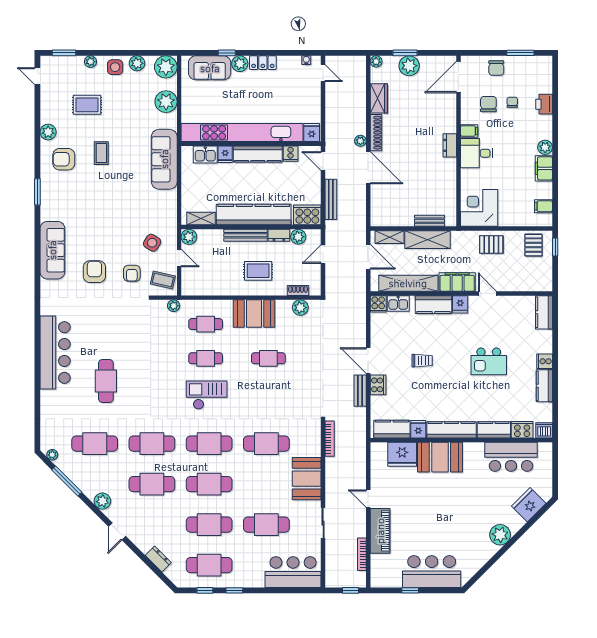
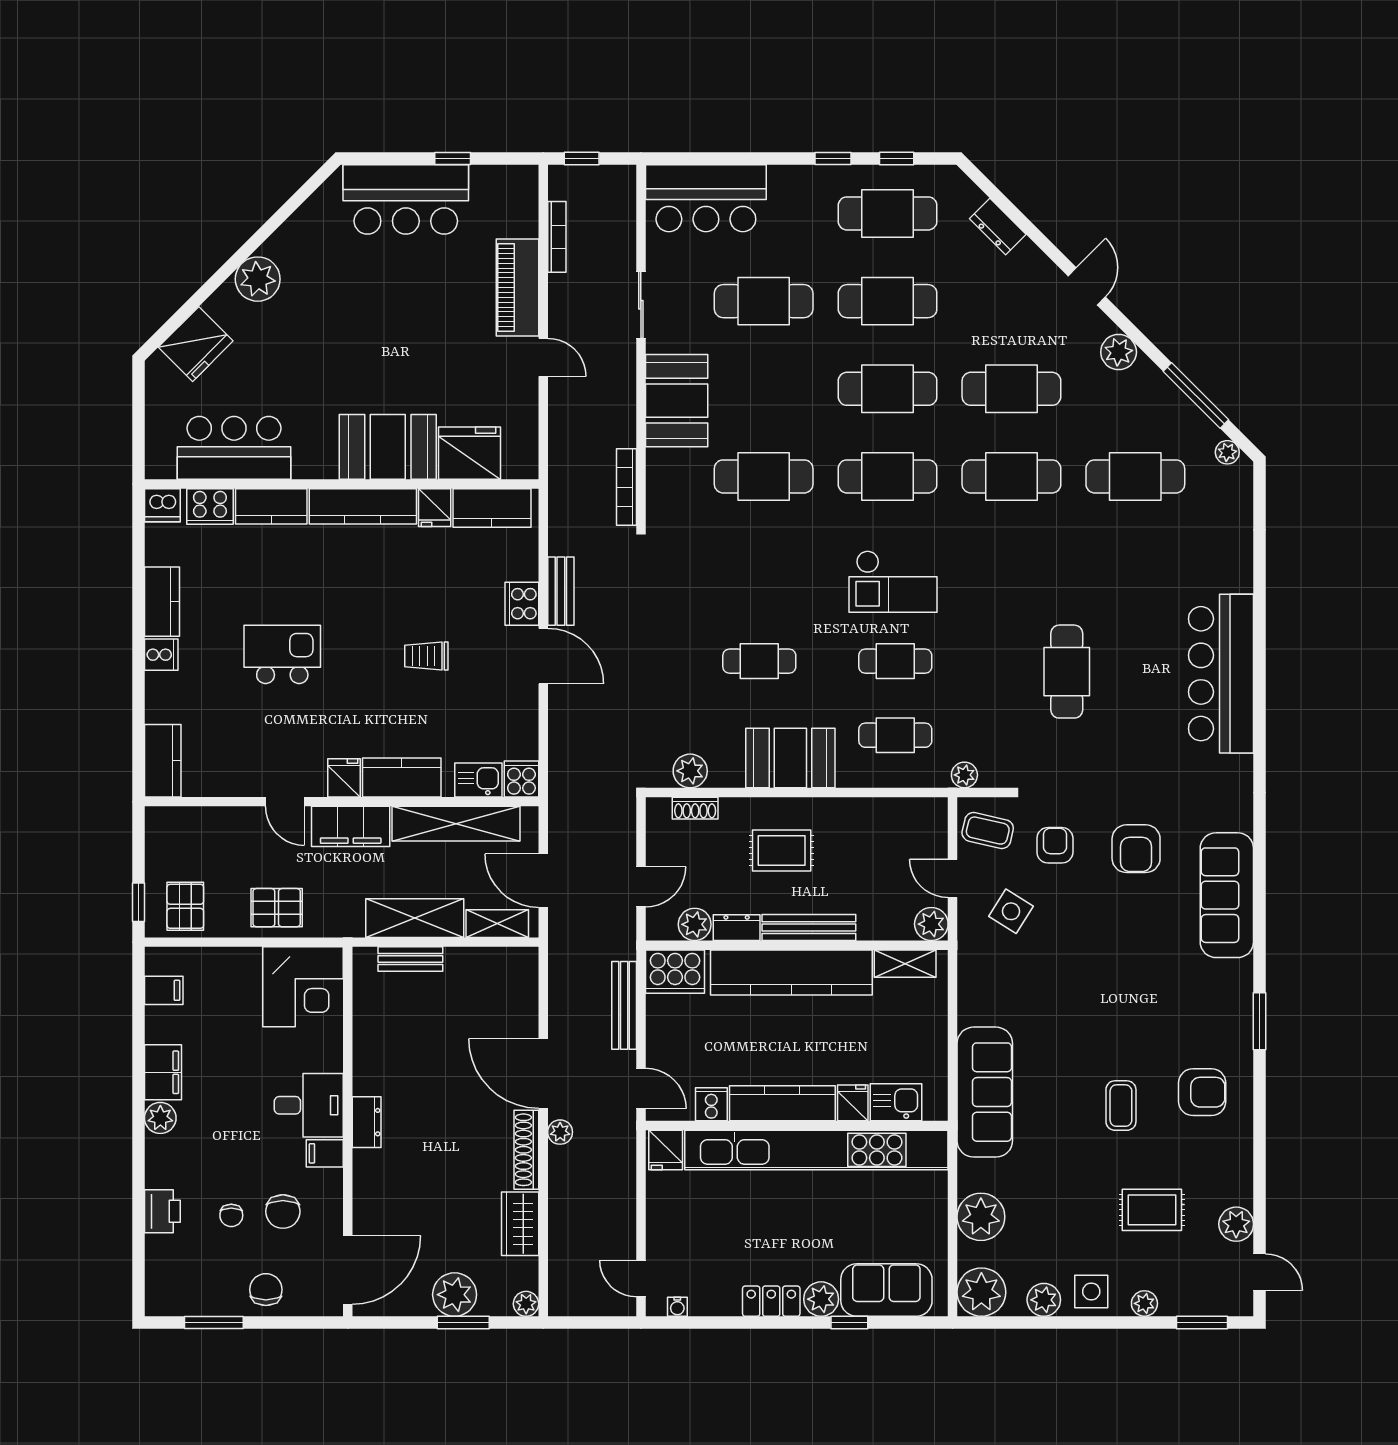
plant: (48, 132) -> (1236, 1224), moved
cafe table: (106, 381) -> (1067, 672), moved

